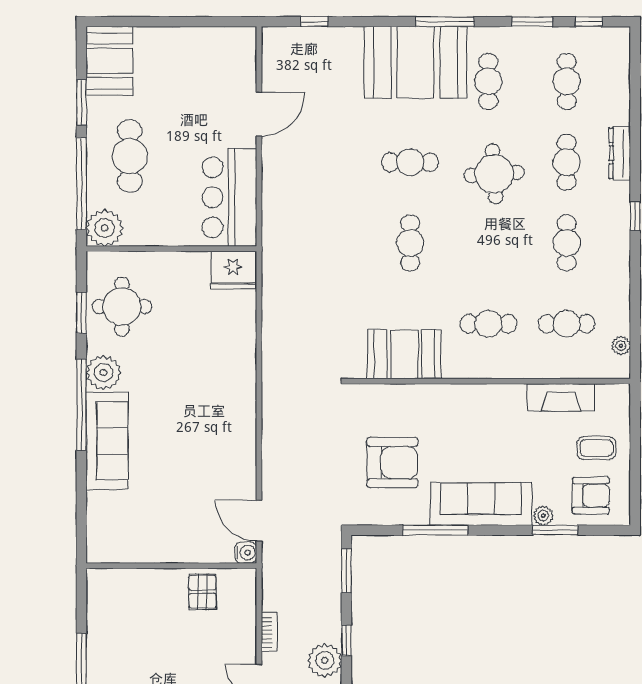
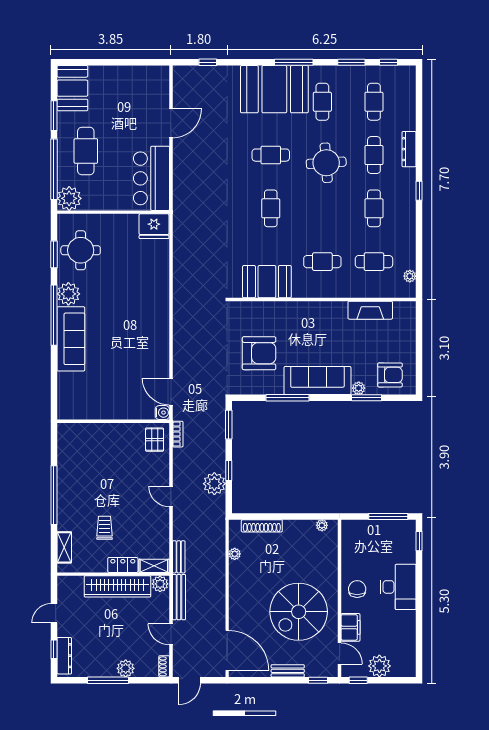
coffee table: (596, 448) -> (394, 344), removed
pallet: (202, 592) -> (155, 440), moved
bookcase: (269, 632) -> (178, 434), moved

